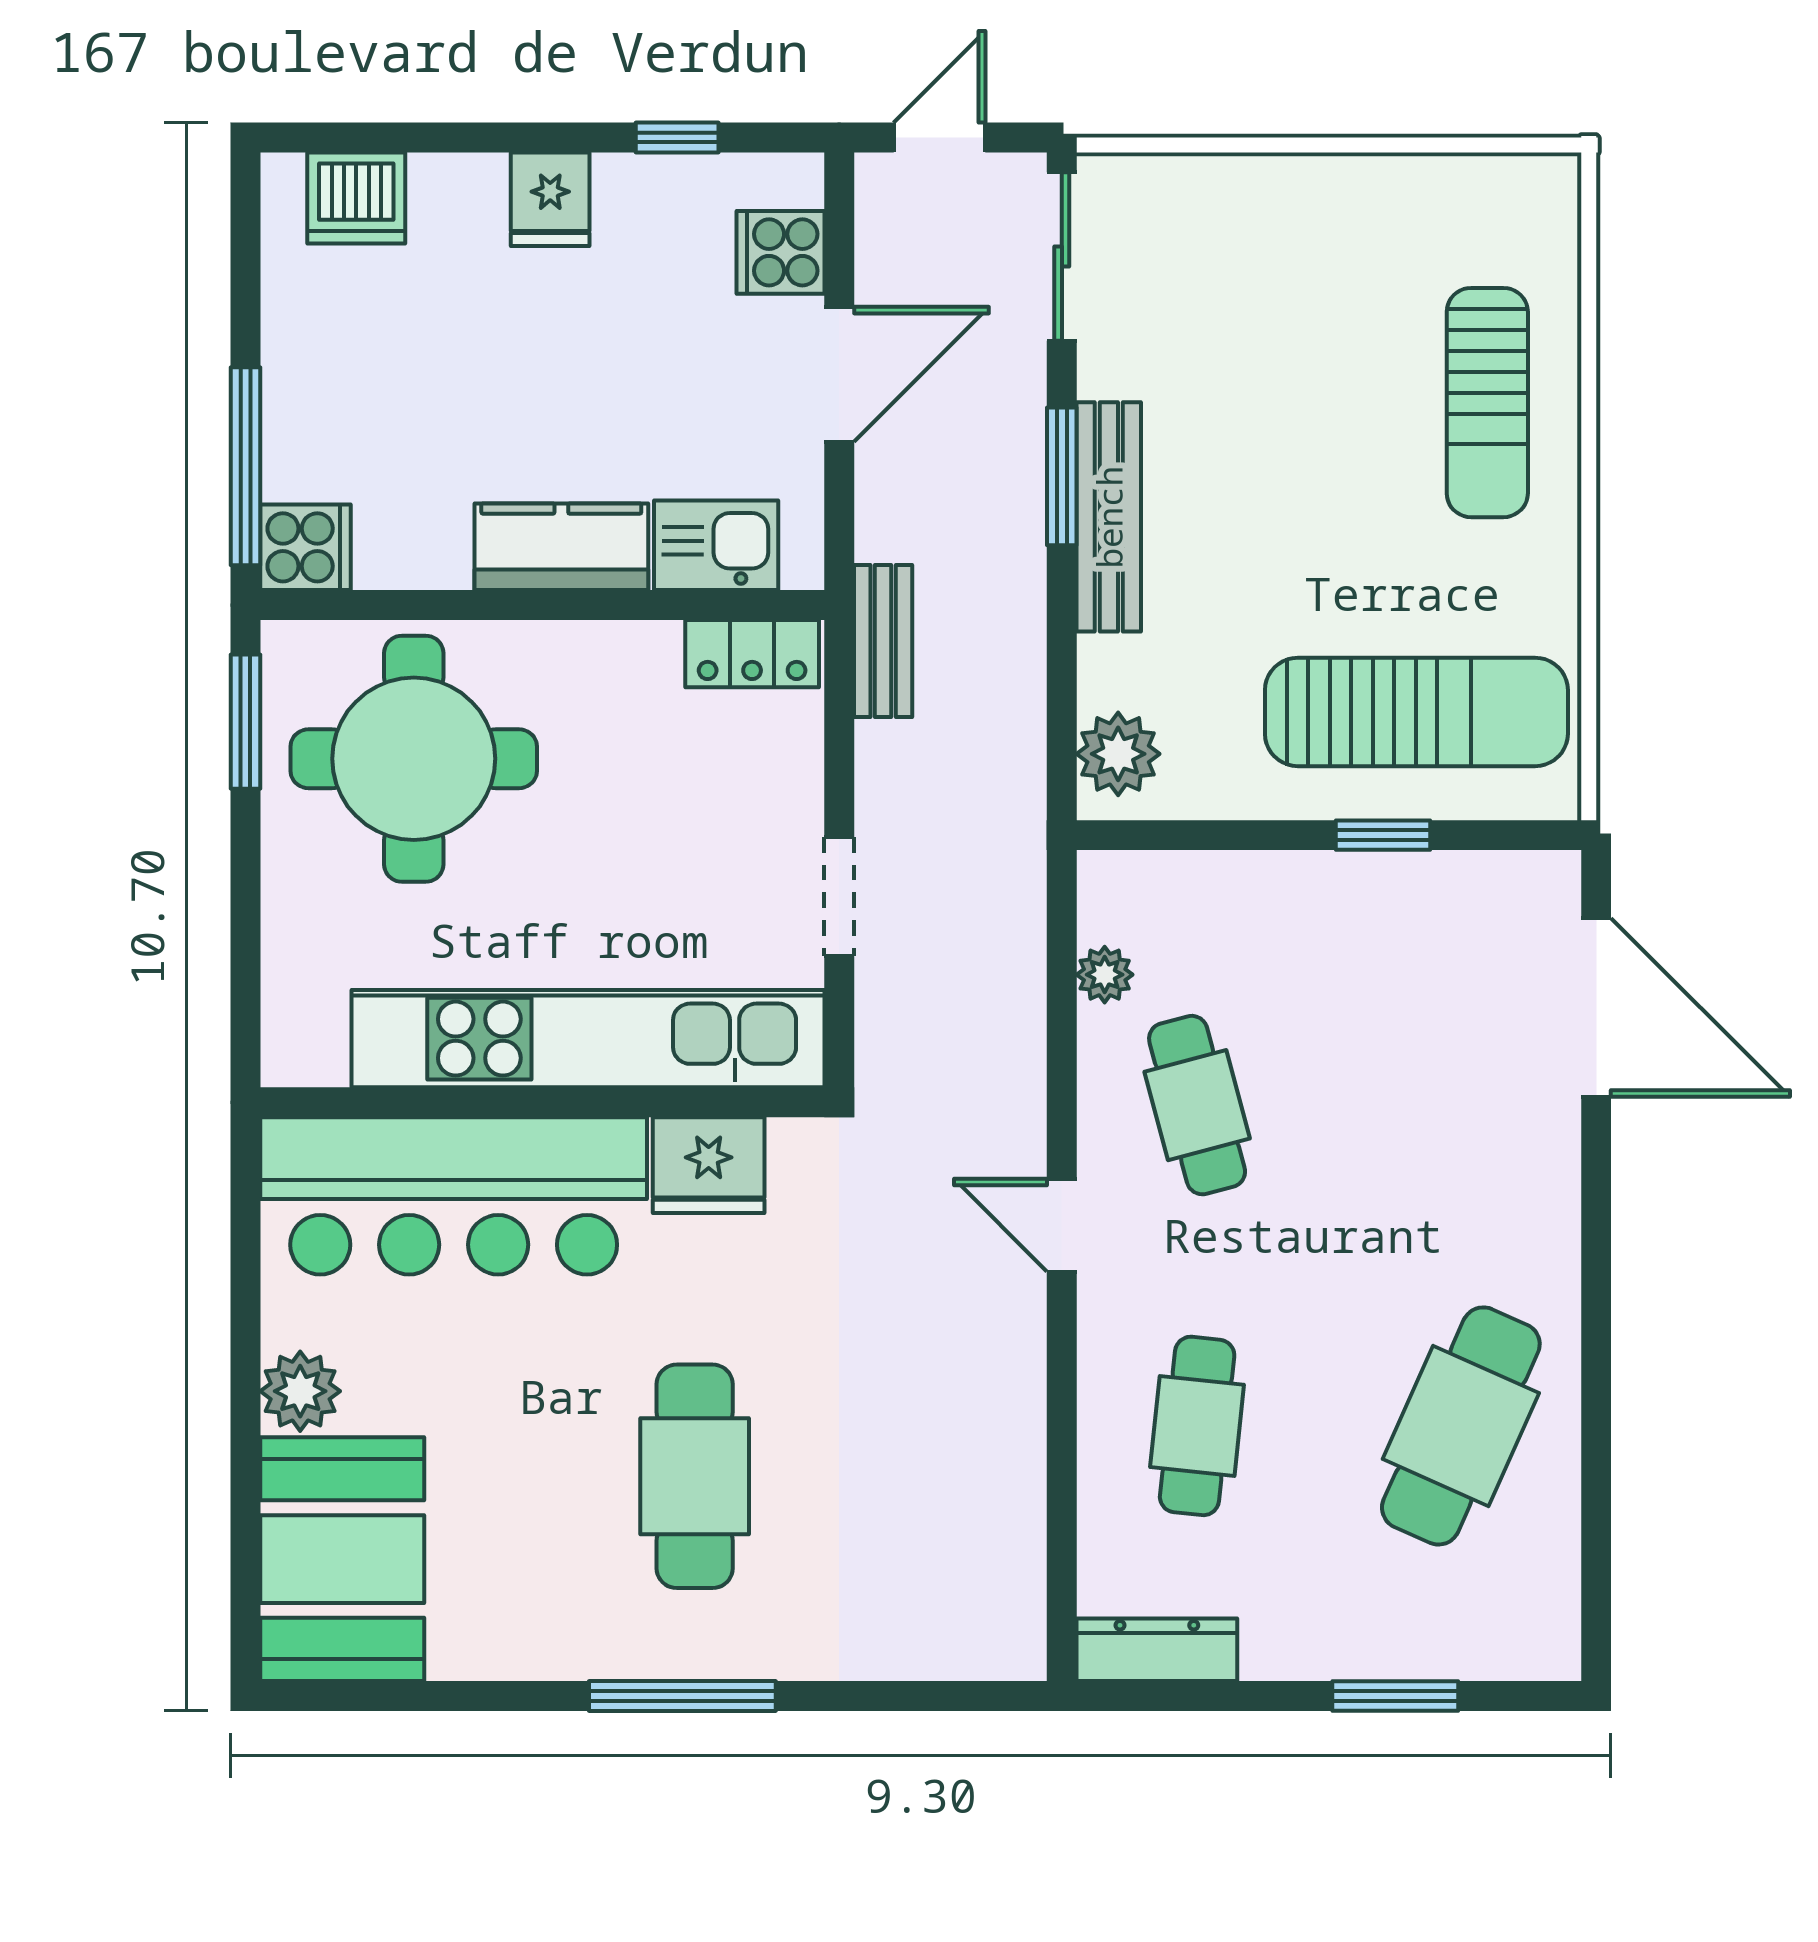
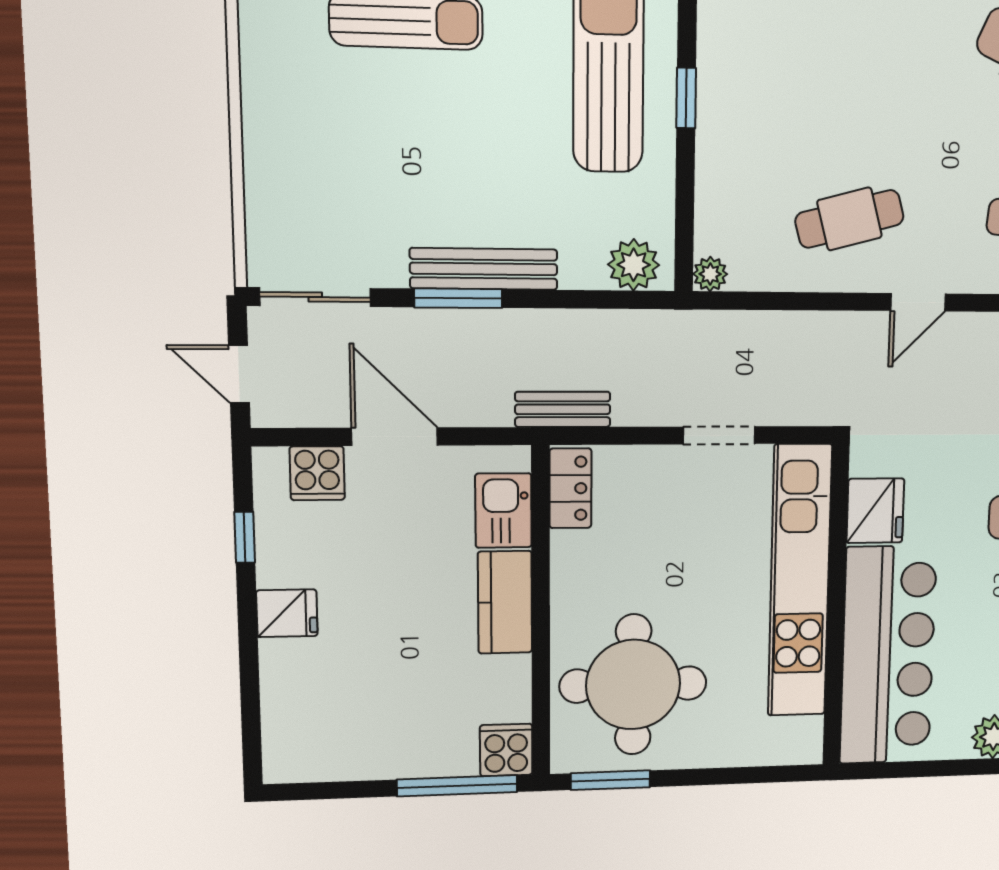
dishwasher: (356, 198) -> (290, 728), removed
plant: (1105, 975) -> (710, 274), moved

